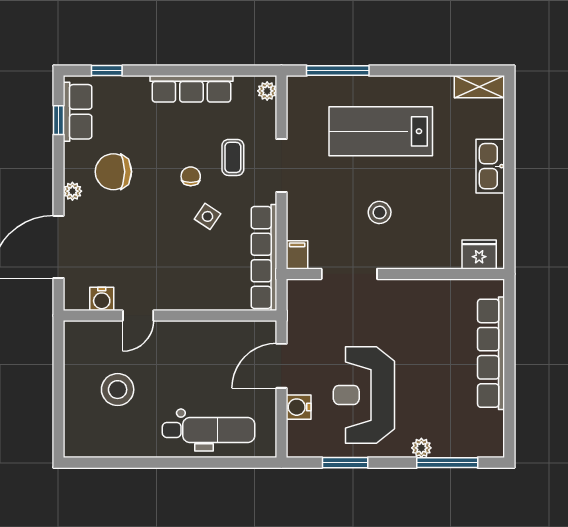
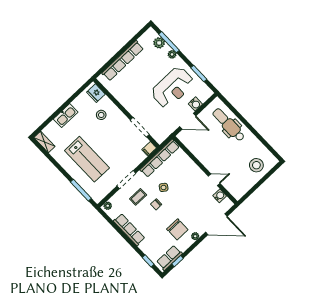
stool: (380, 212) -> (101, 115), moved
stool: (118, 390) -> (256, 165), moved
plant: (462, 445) -> (159, 43), added

